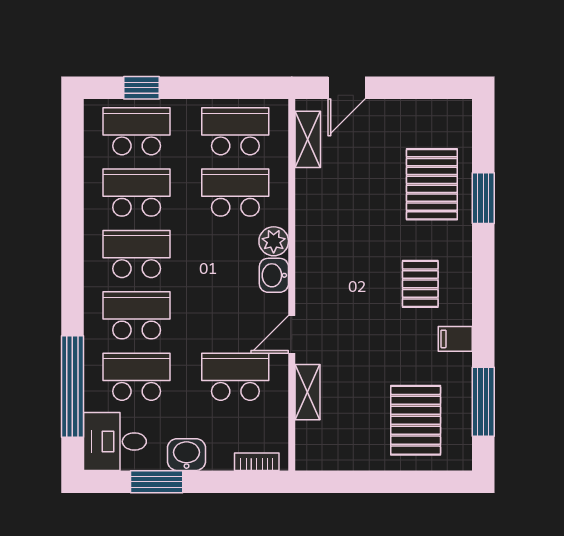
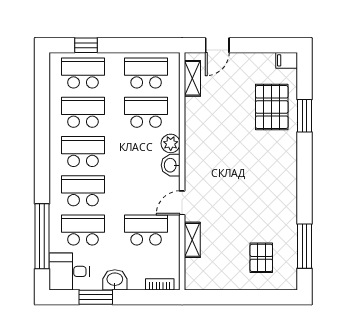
pallet: (420, 284) -> (264, 171), removed
filing cabinet: (455, 339) -> (287, 60), moved
pallet: (416, 420) -> (261, 258), width x0.67, depth x0.71

